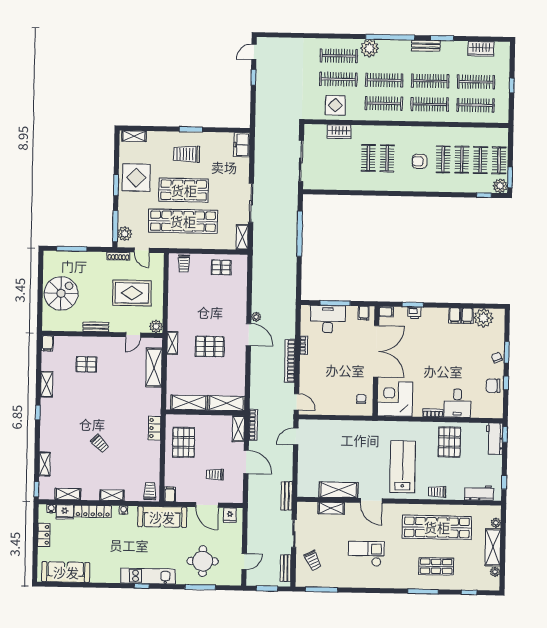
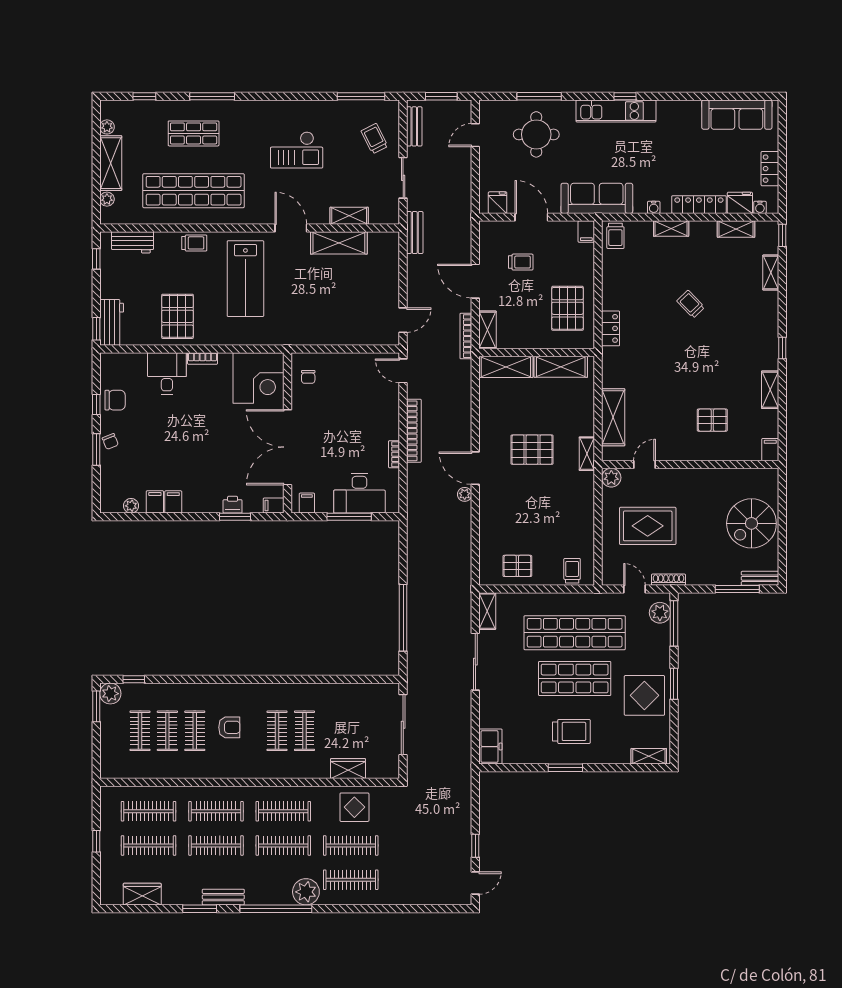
clothes rail: (499, 160) -> (113, 731), removed
plant: (483, 318) -> (131, 506), width x0.53, depth x0.53
bench: (96, 327) -> (760, 578), moved

